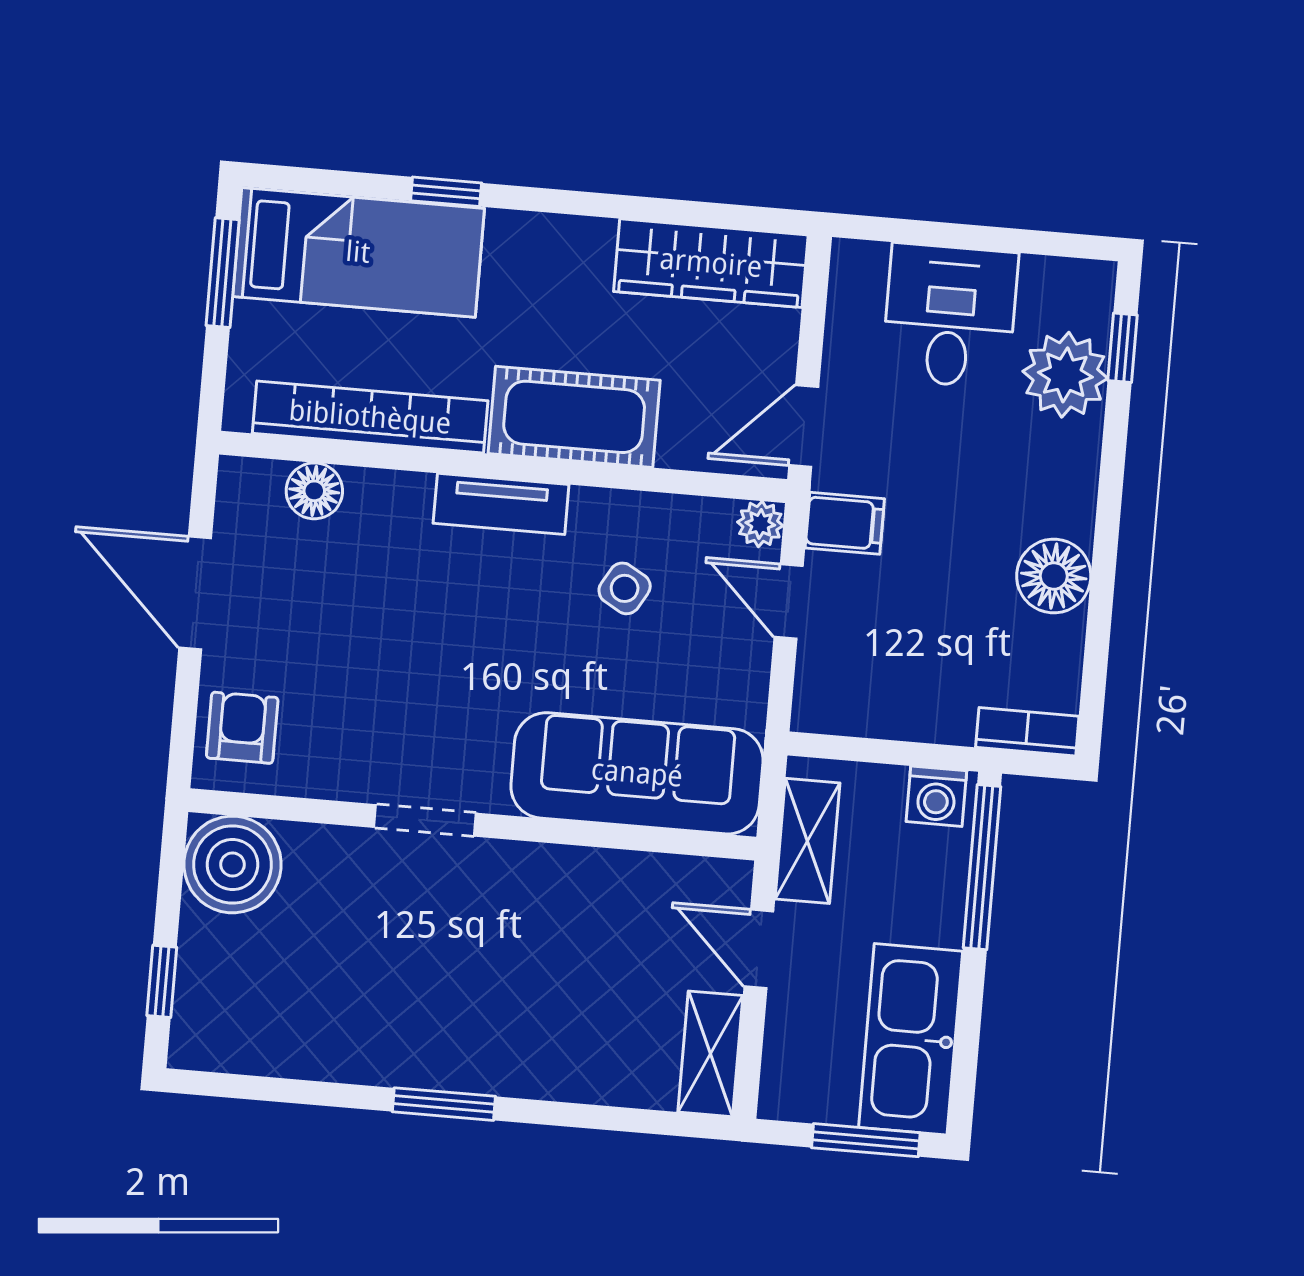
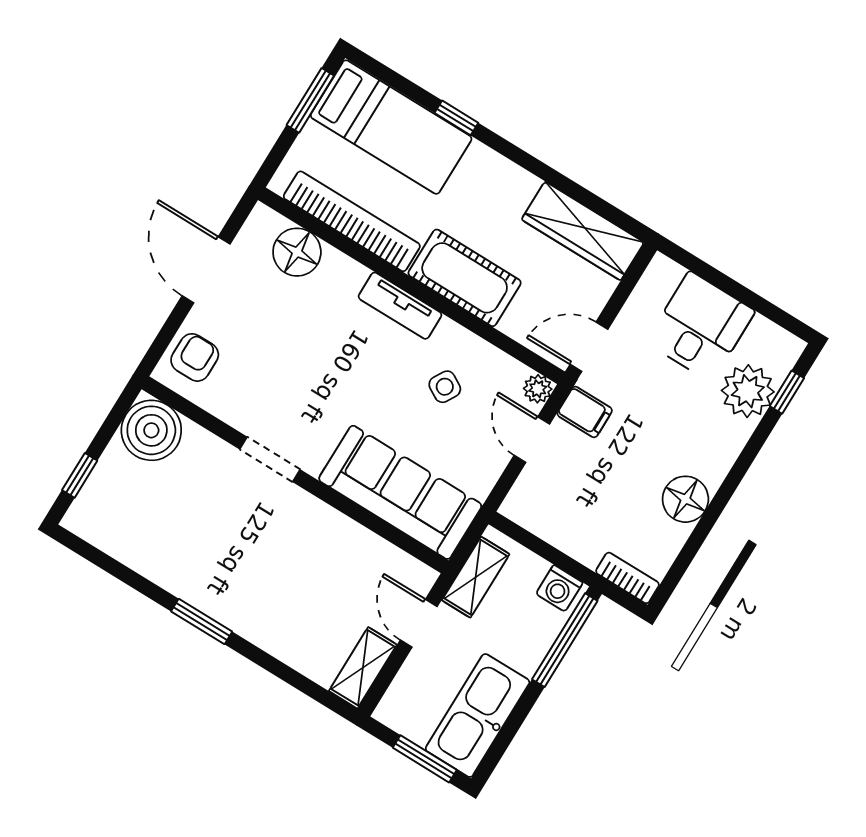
floor lamp: (314, 491) -> (297, 252), width x1.38, depth x1.38

